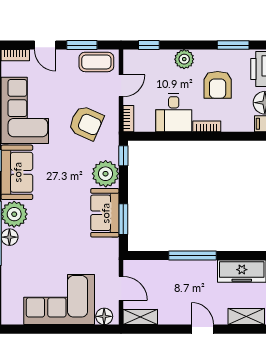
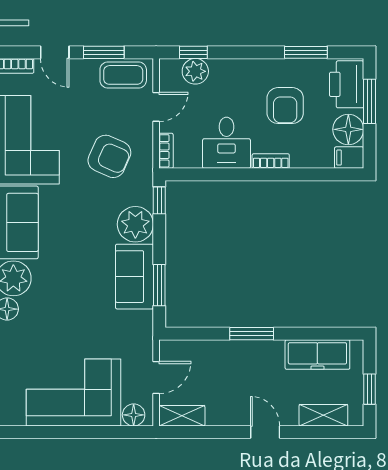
plant: (184, 59) -> (195, 71), moved
window: (193, 256) -> (252, 334), width x0.69
door: (121, 288) -> (156, 378), hinge flipped

